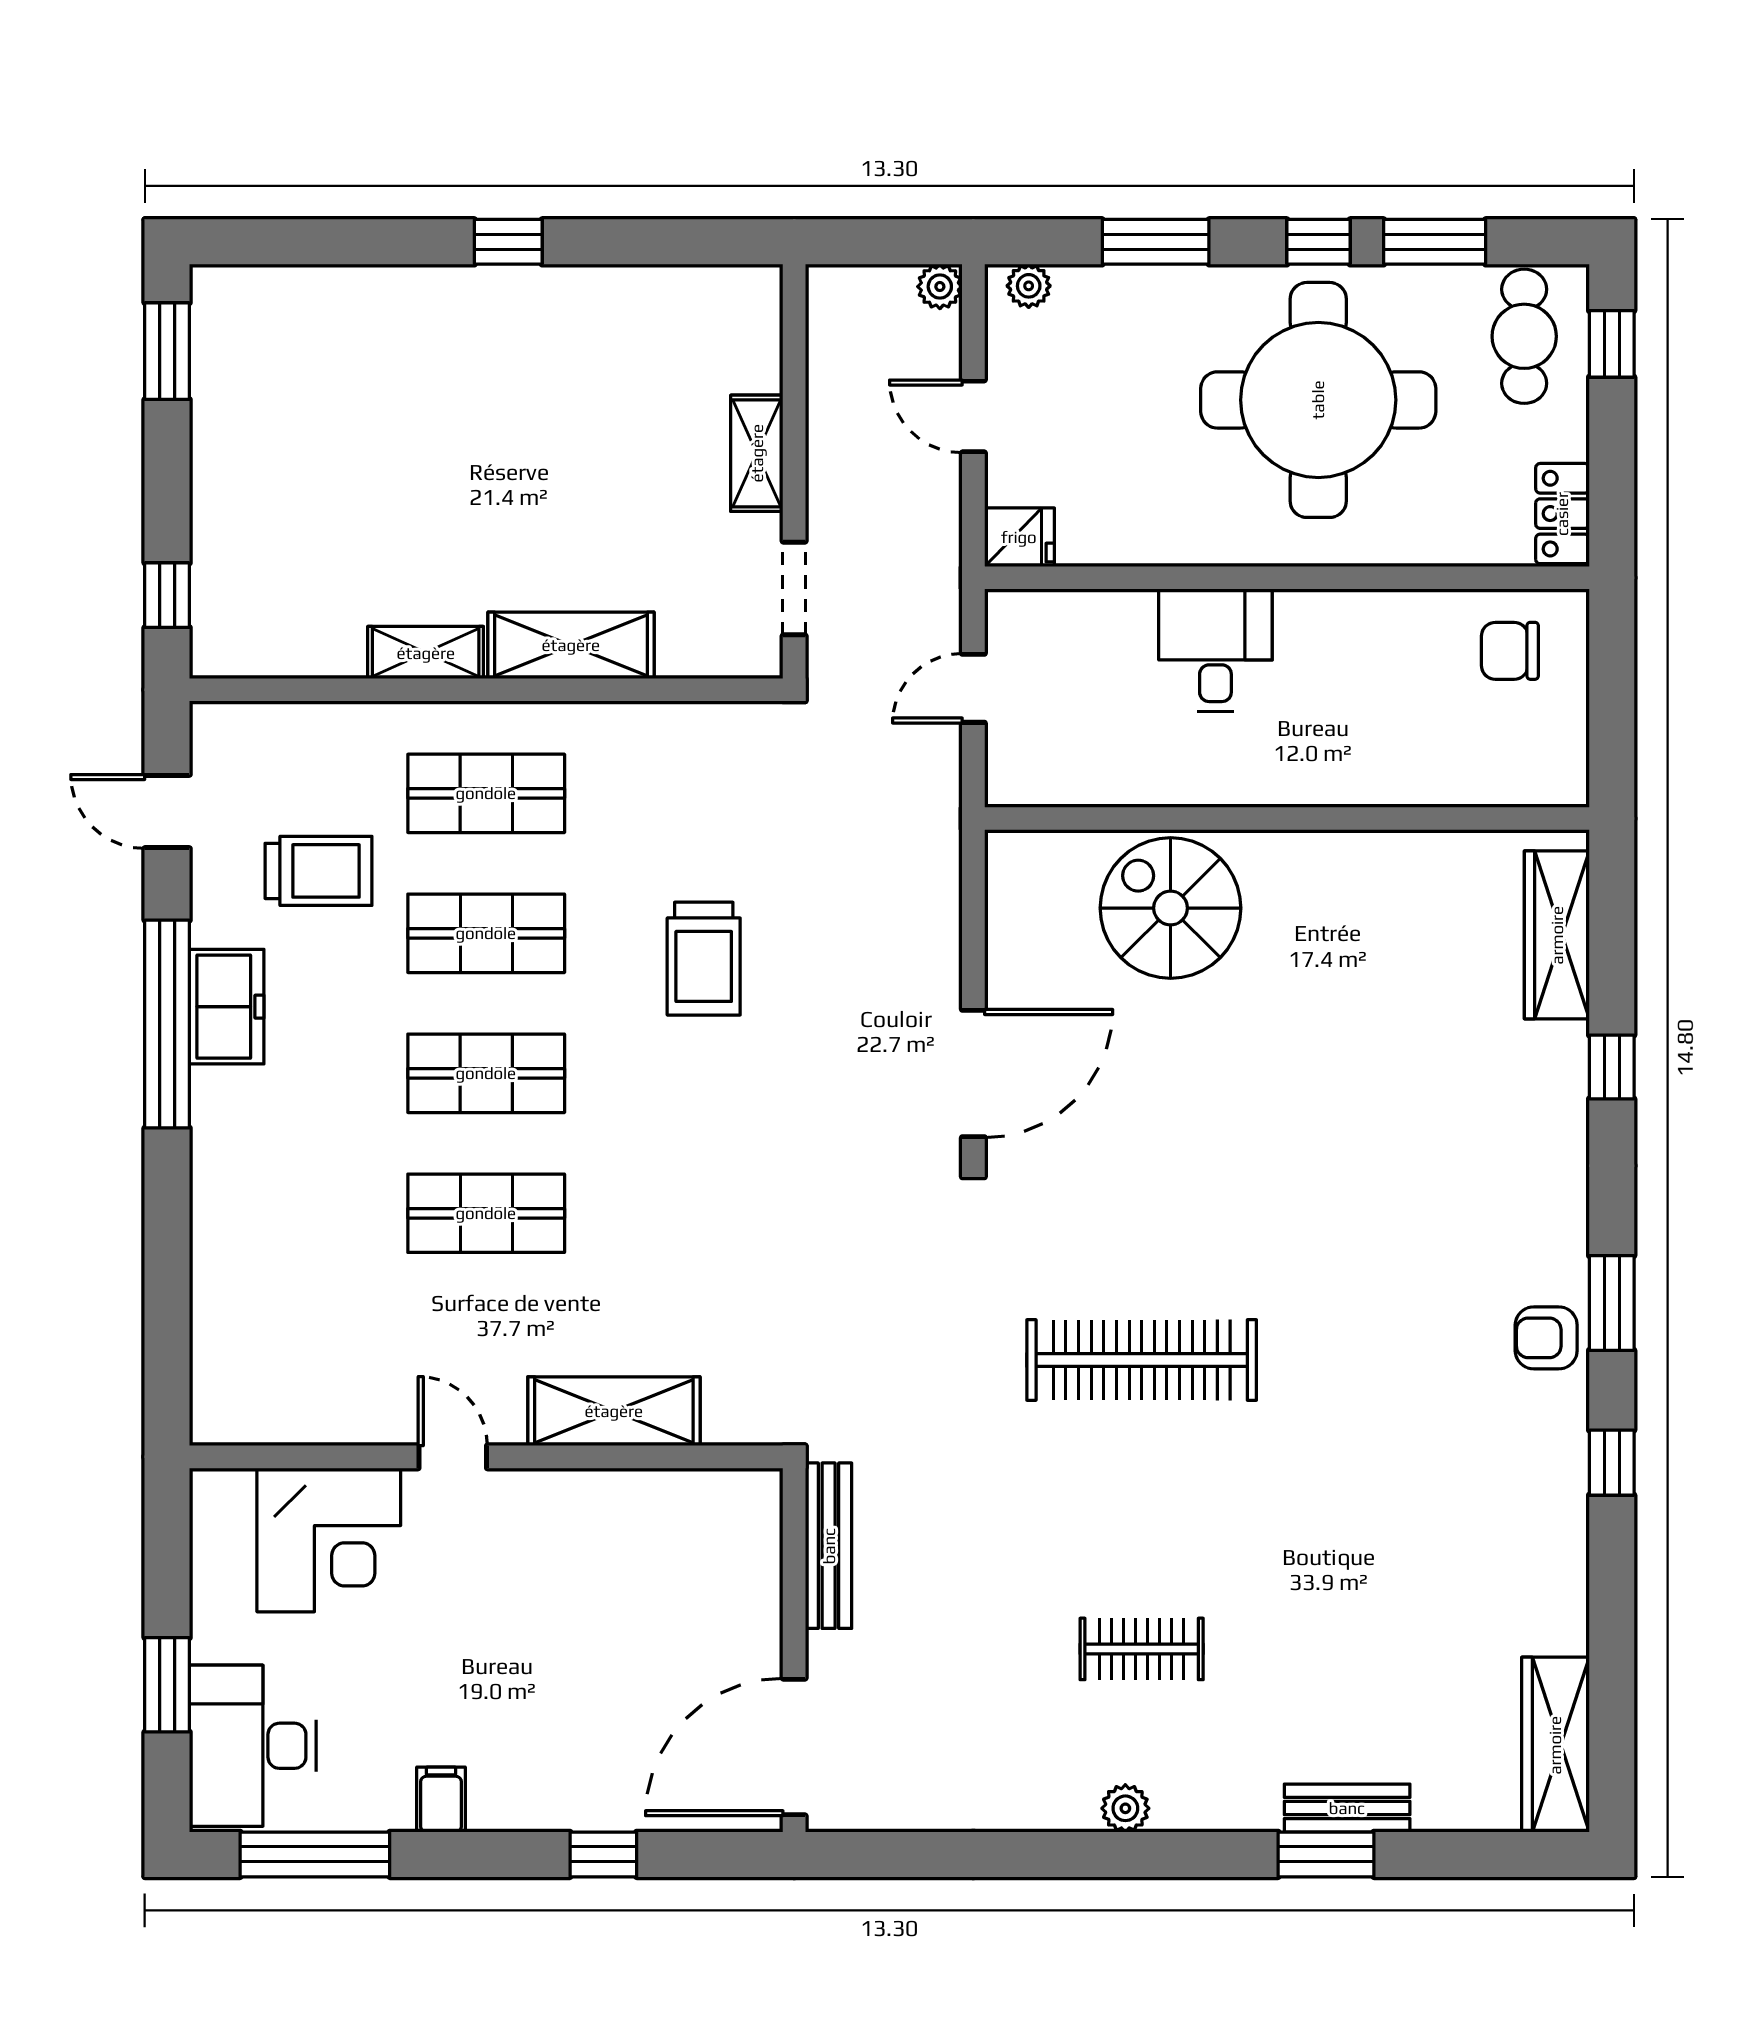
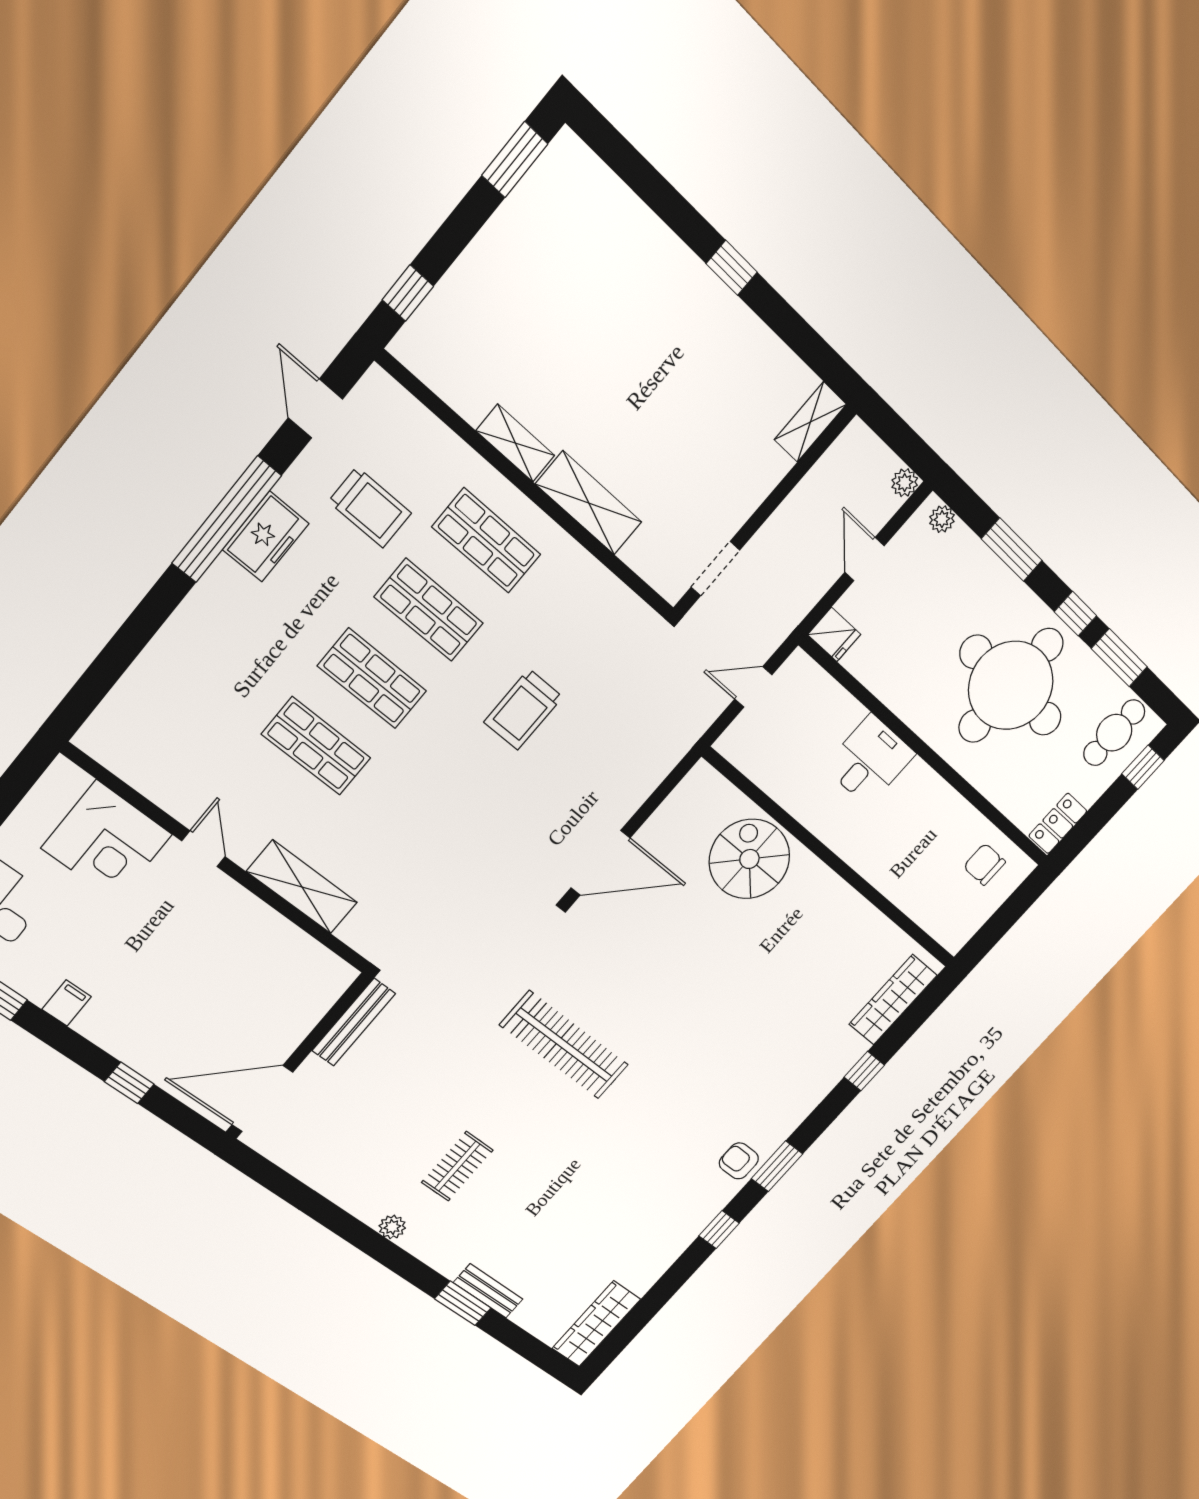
shelving: (757, 453) -> (810, 422), moved
clothes rail: (1142, 1649) -> (457, 1166), turned 90

